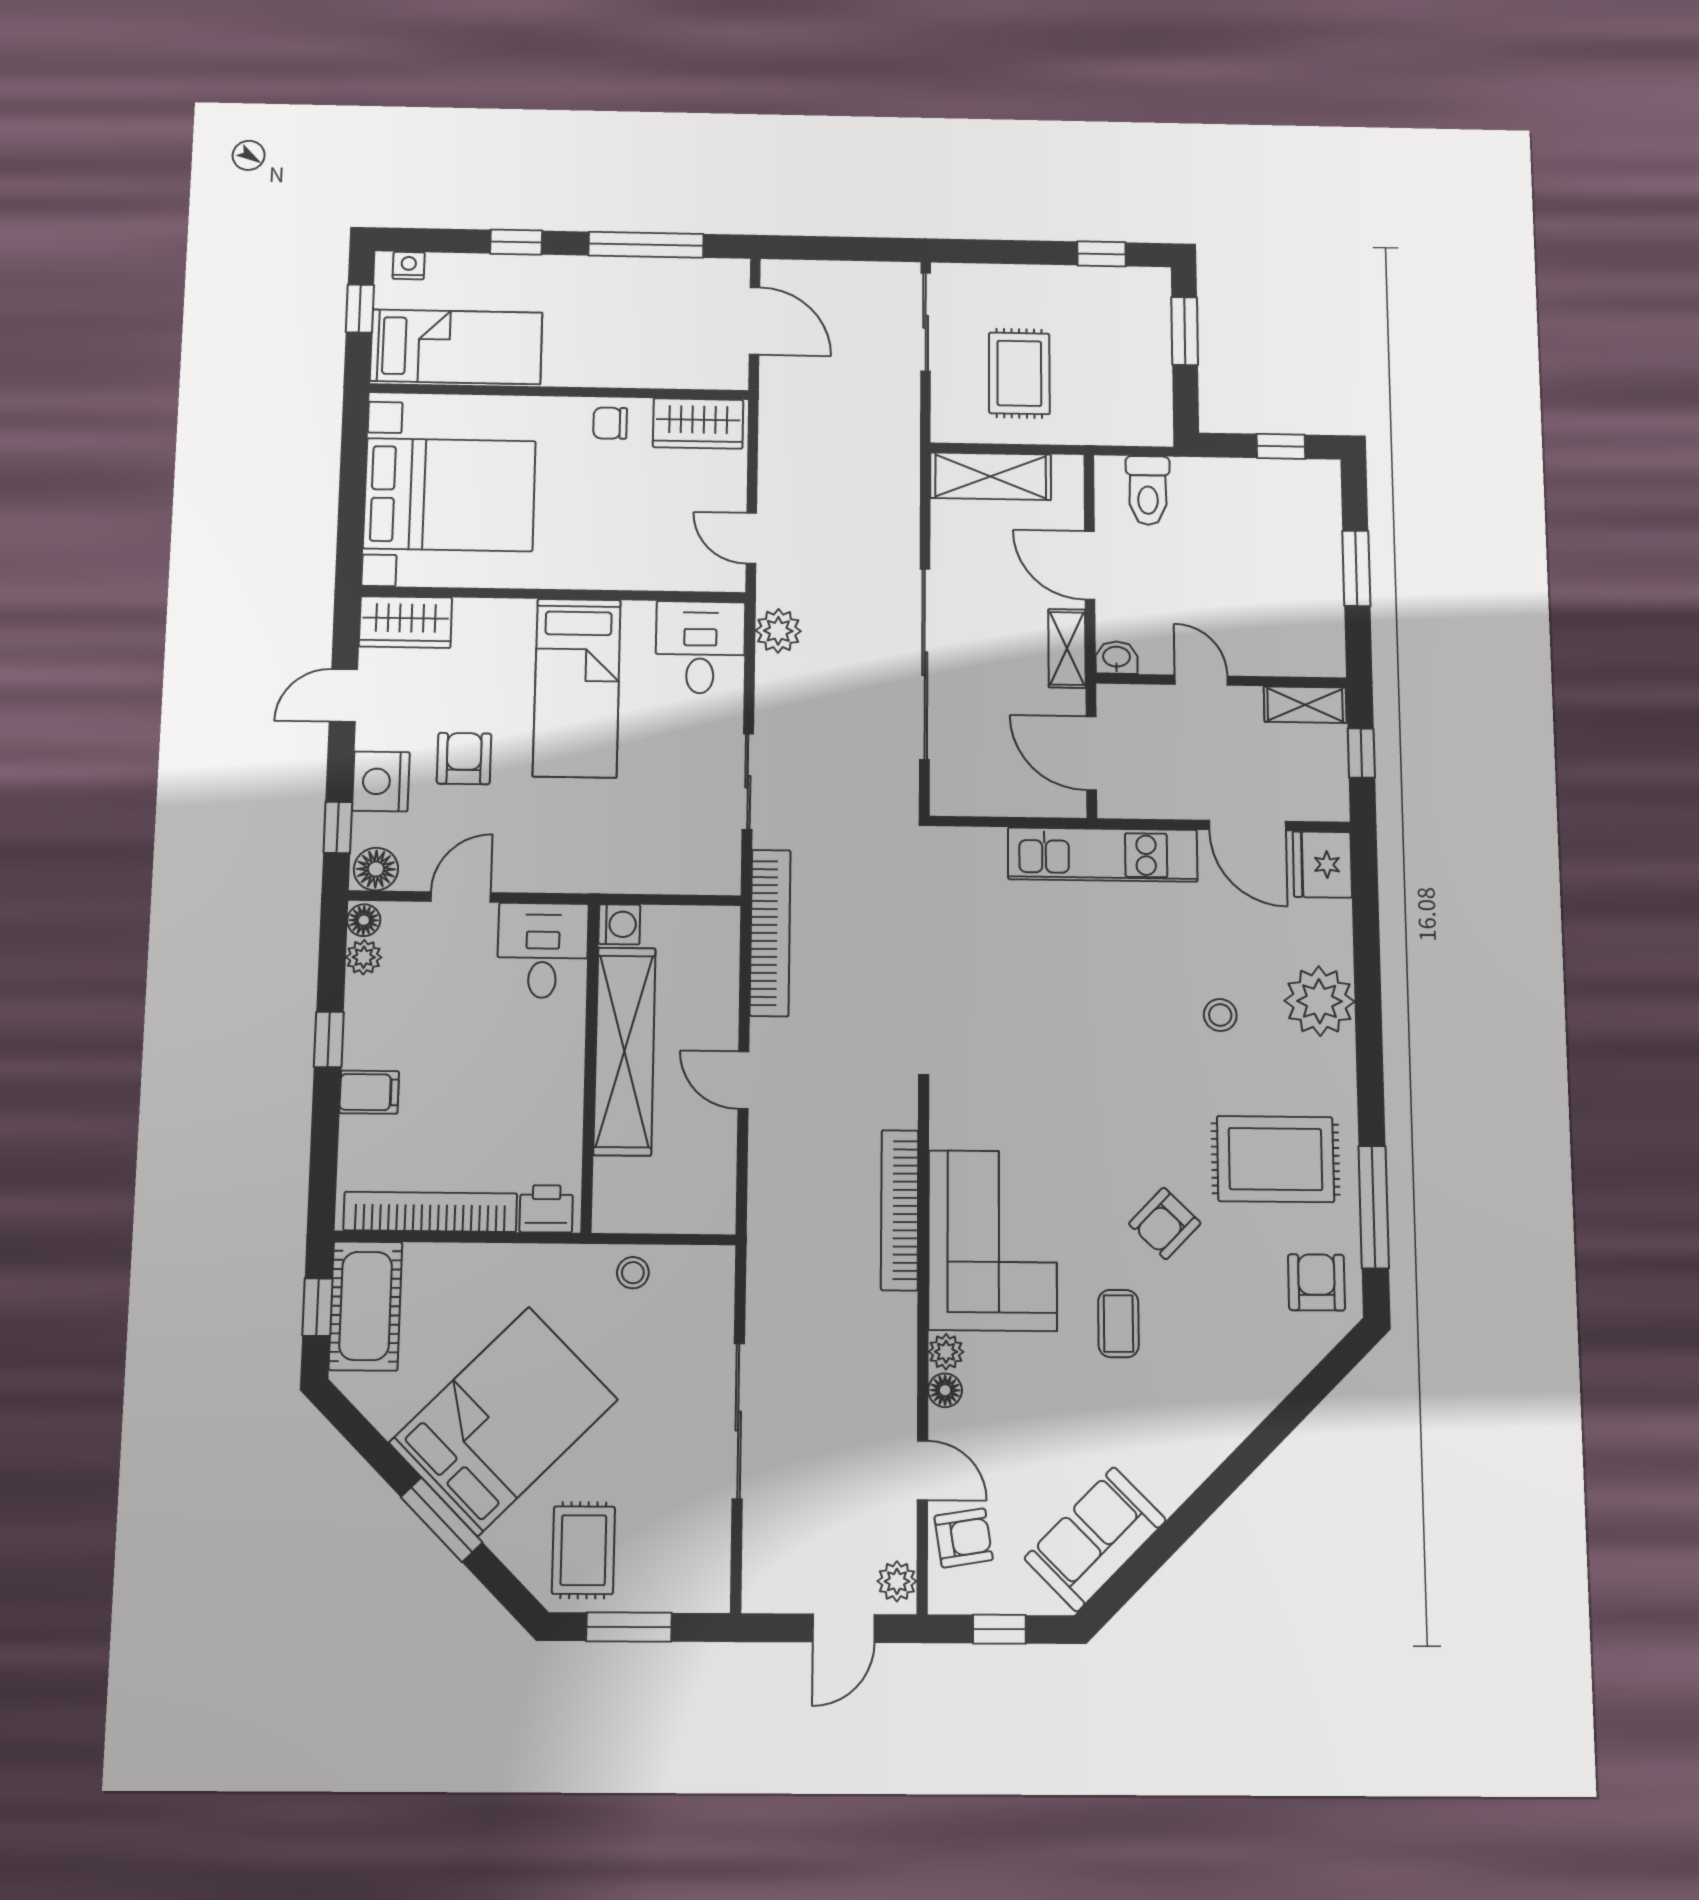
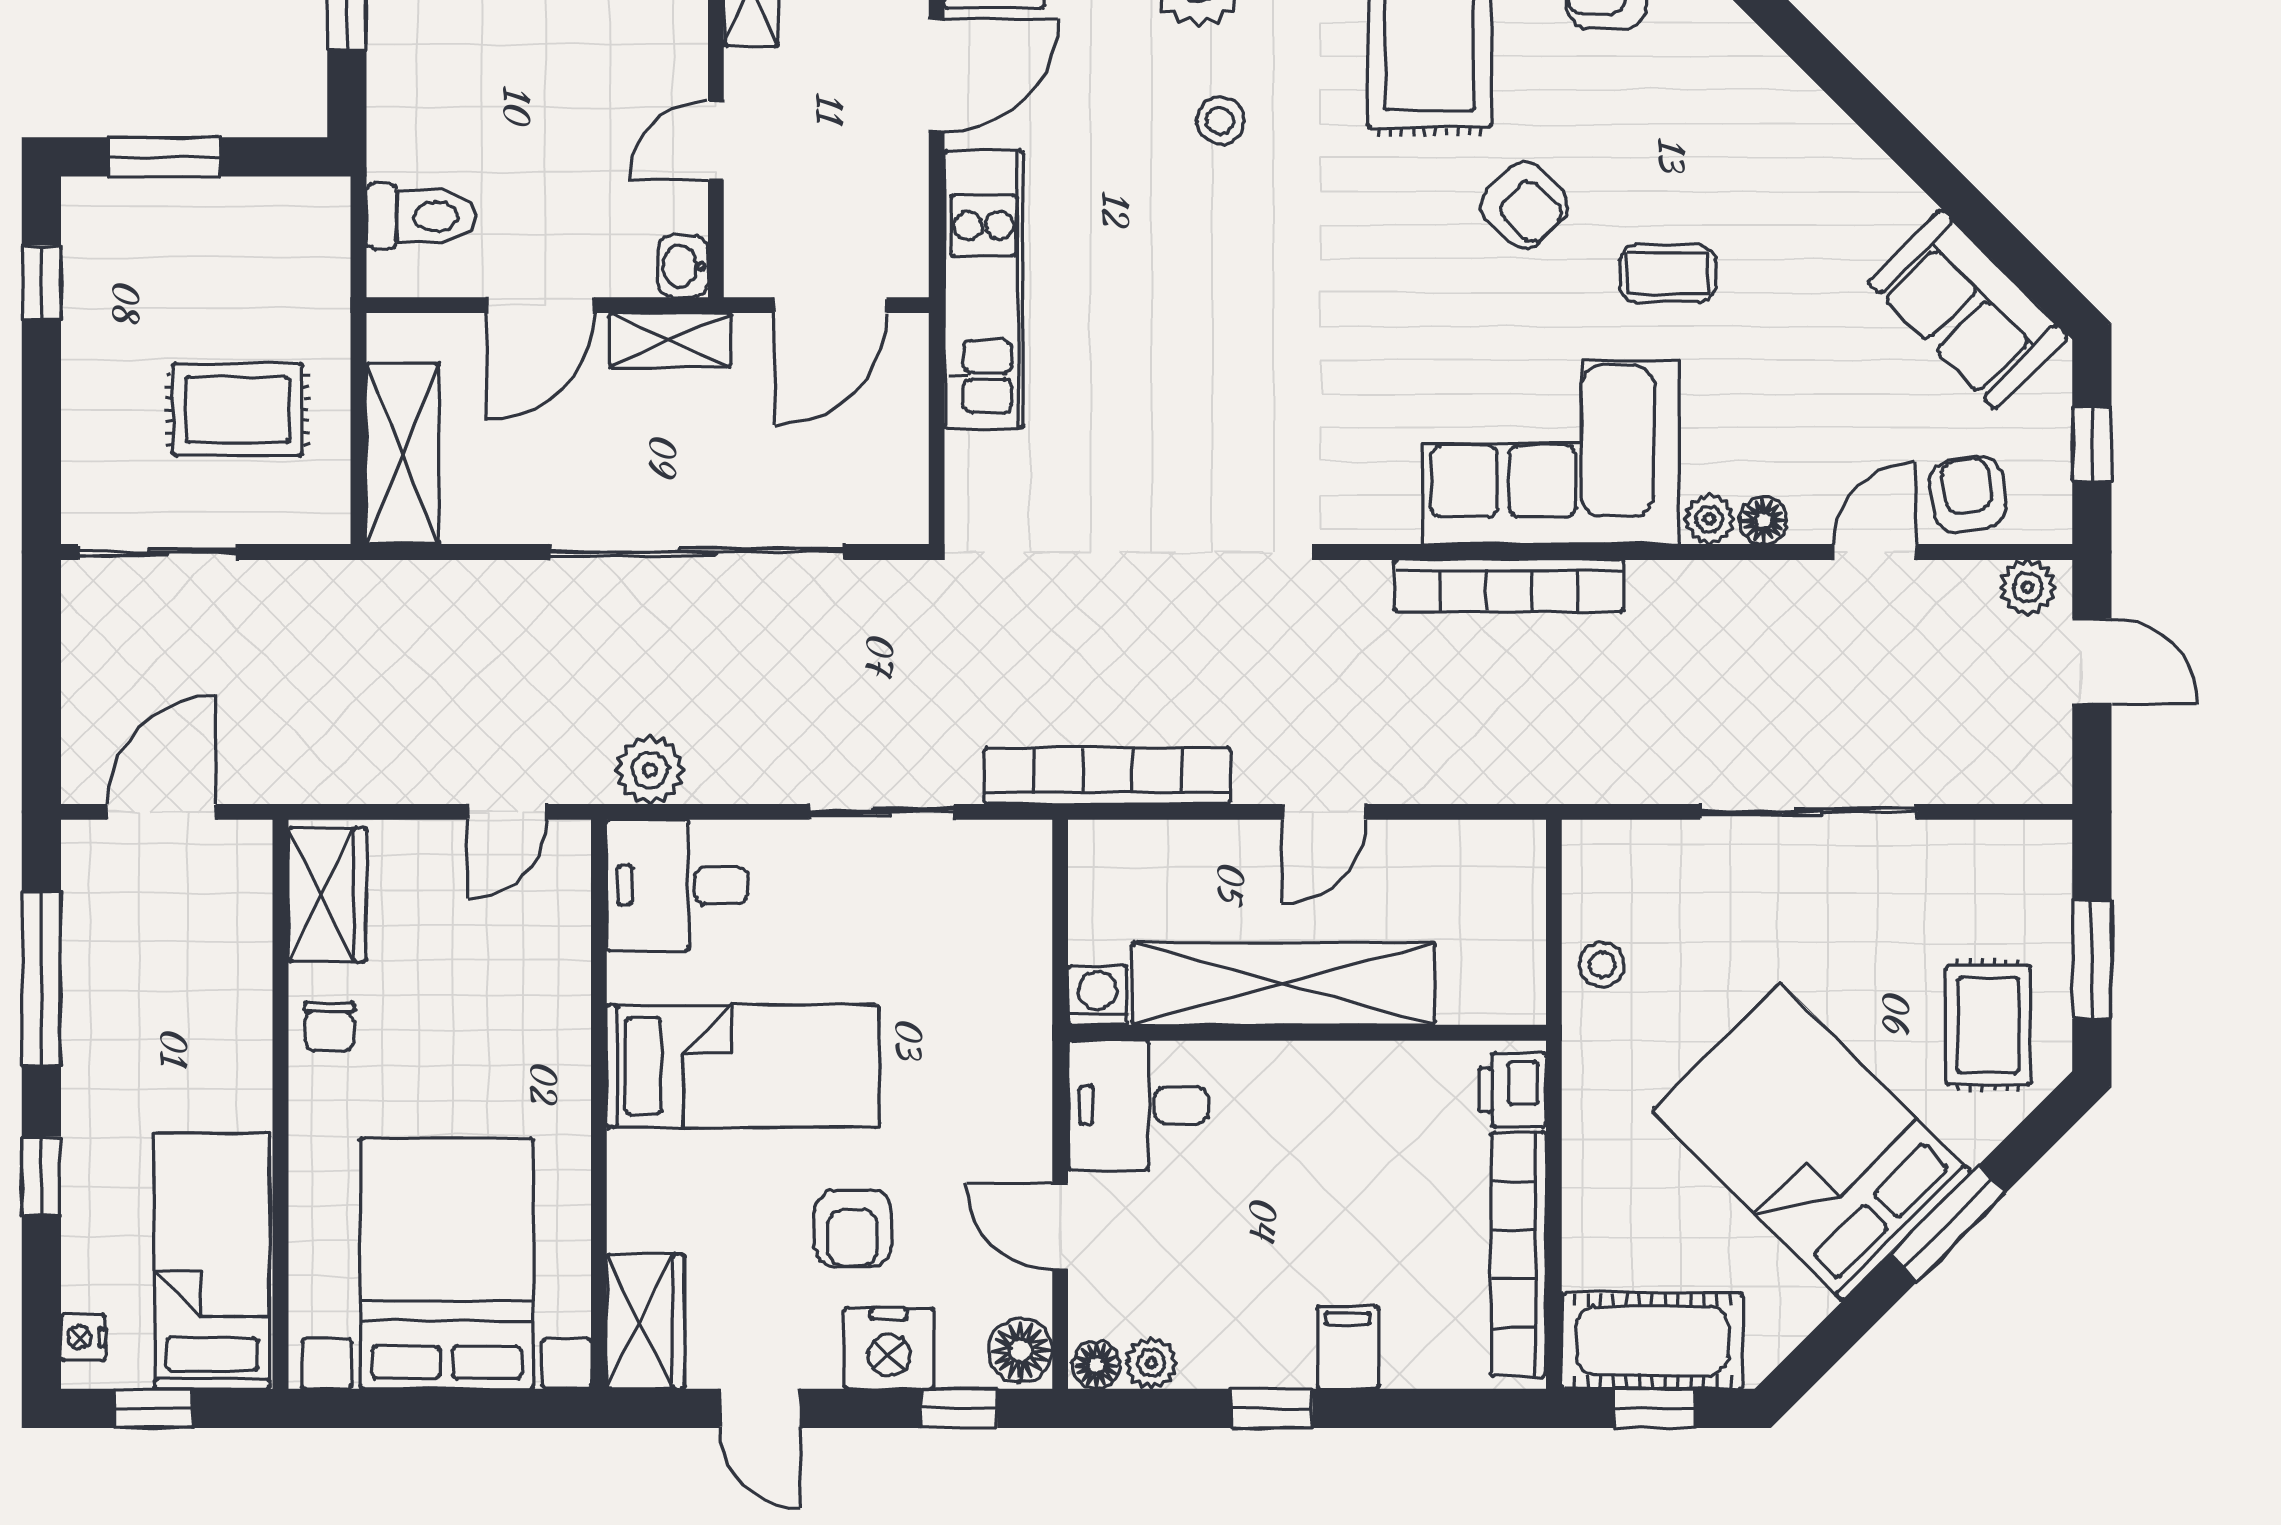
armchair: (464, 759) -> (853, 1228), turned -90
rug: (583, 1550) -> (1988, 1025), turned 90

